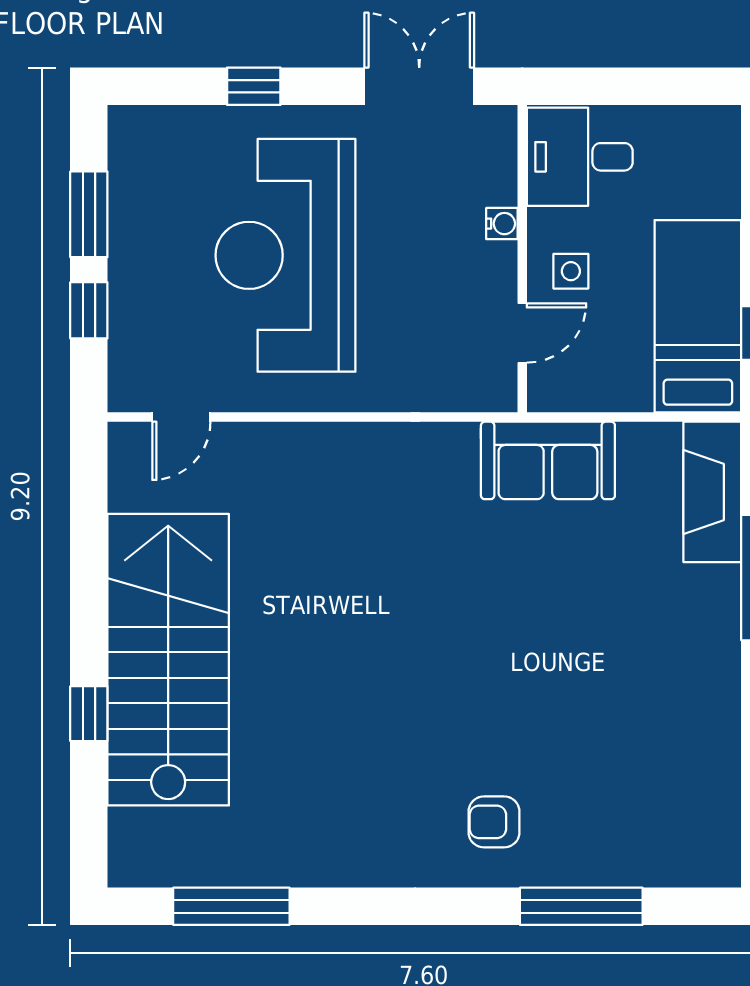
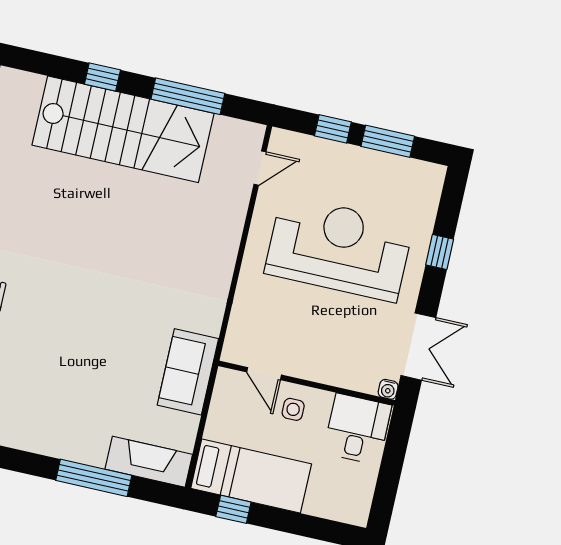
water cooler: (502, 224) -> (388, 389), moved
door: (181, 417) -> (260, 168), swing flipped
window: (89, 564) -> (188, 96), added

